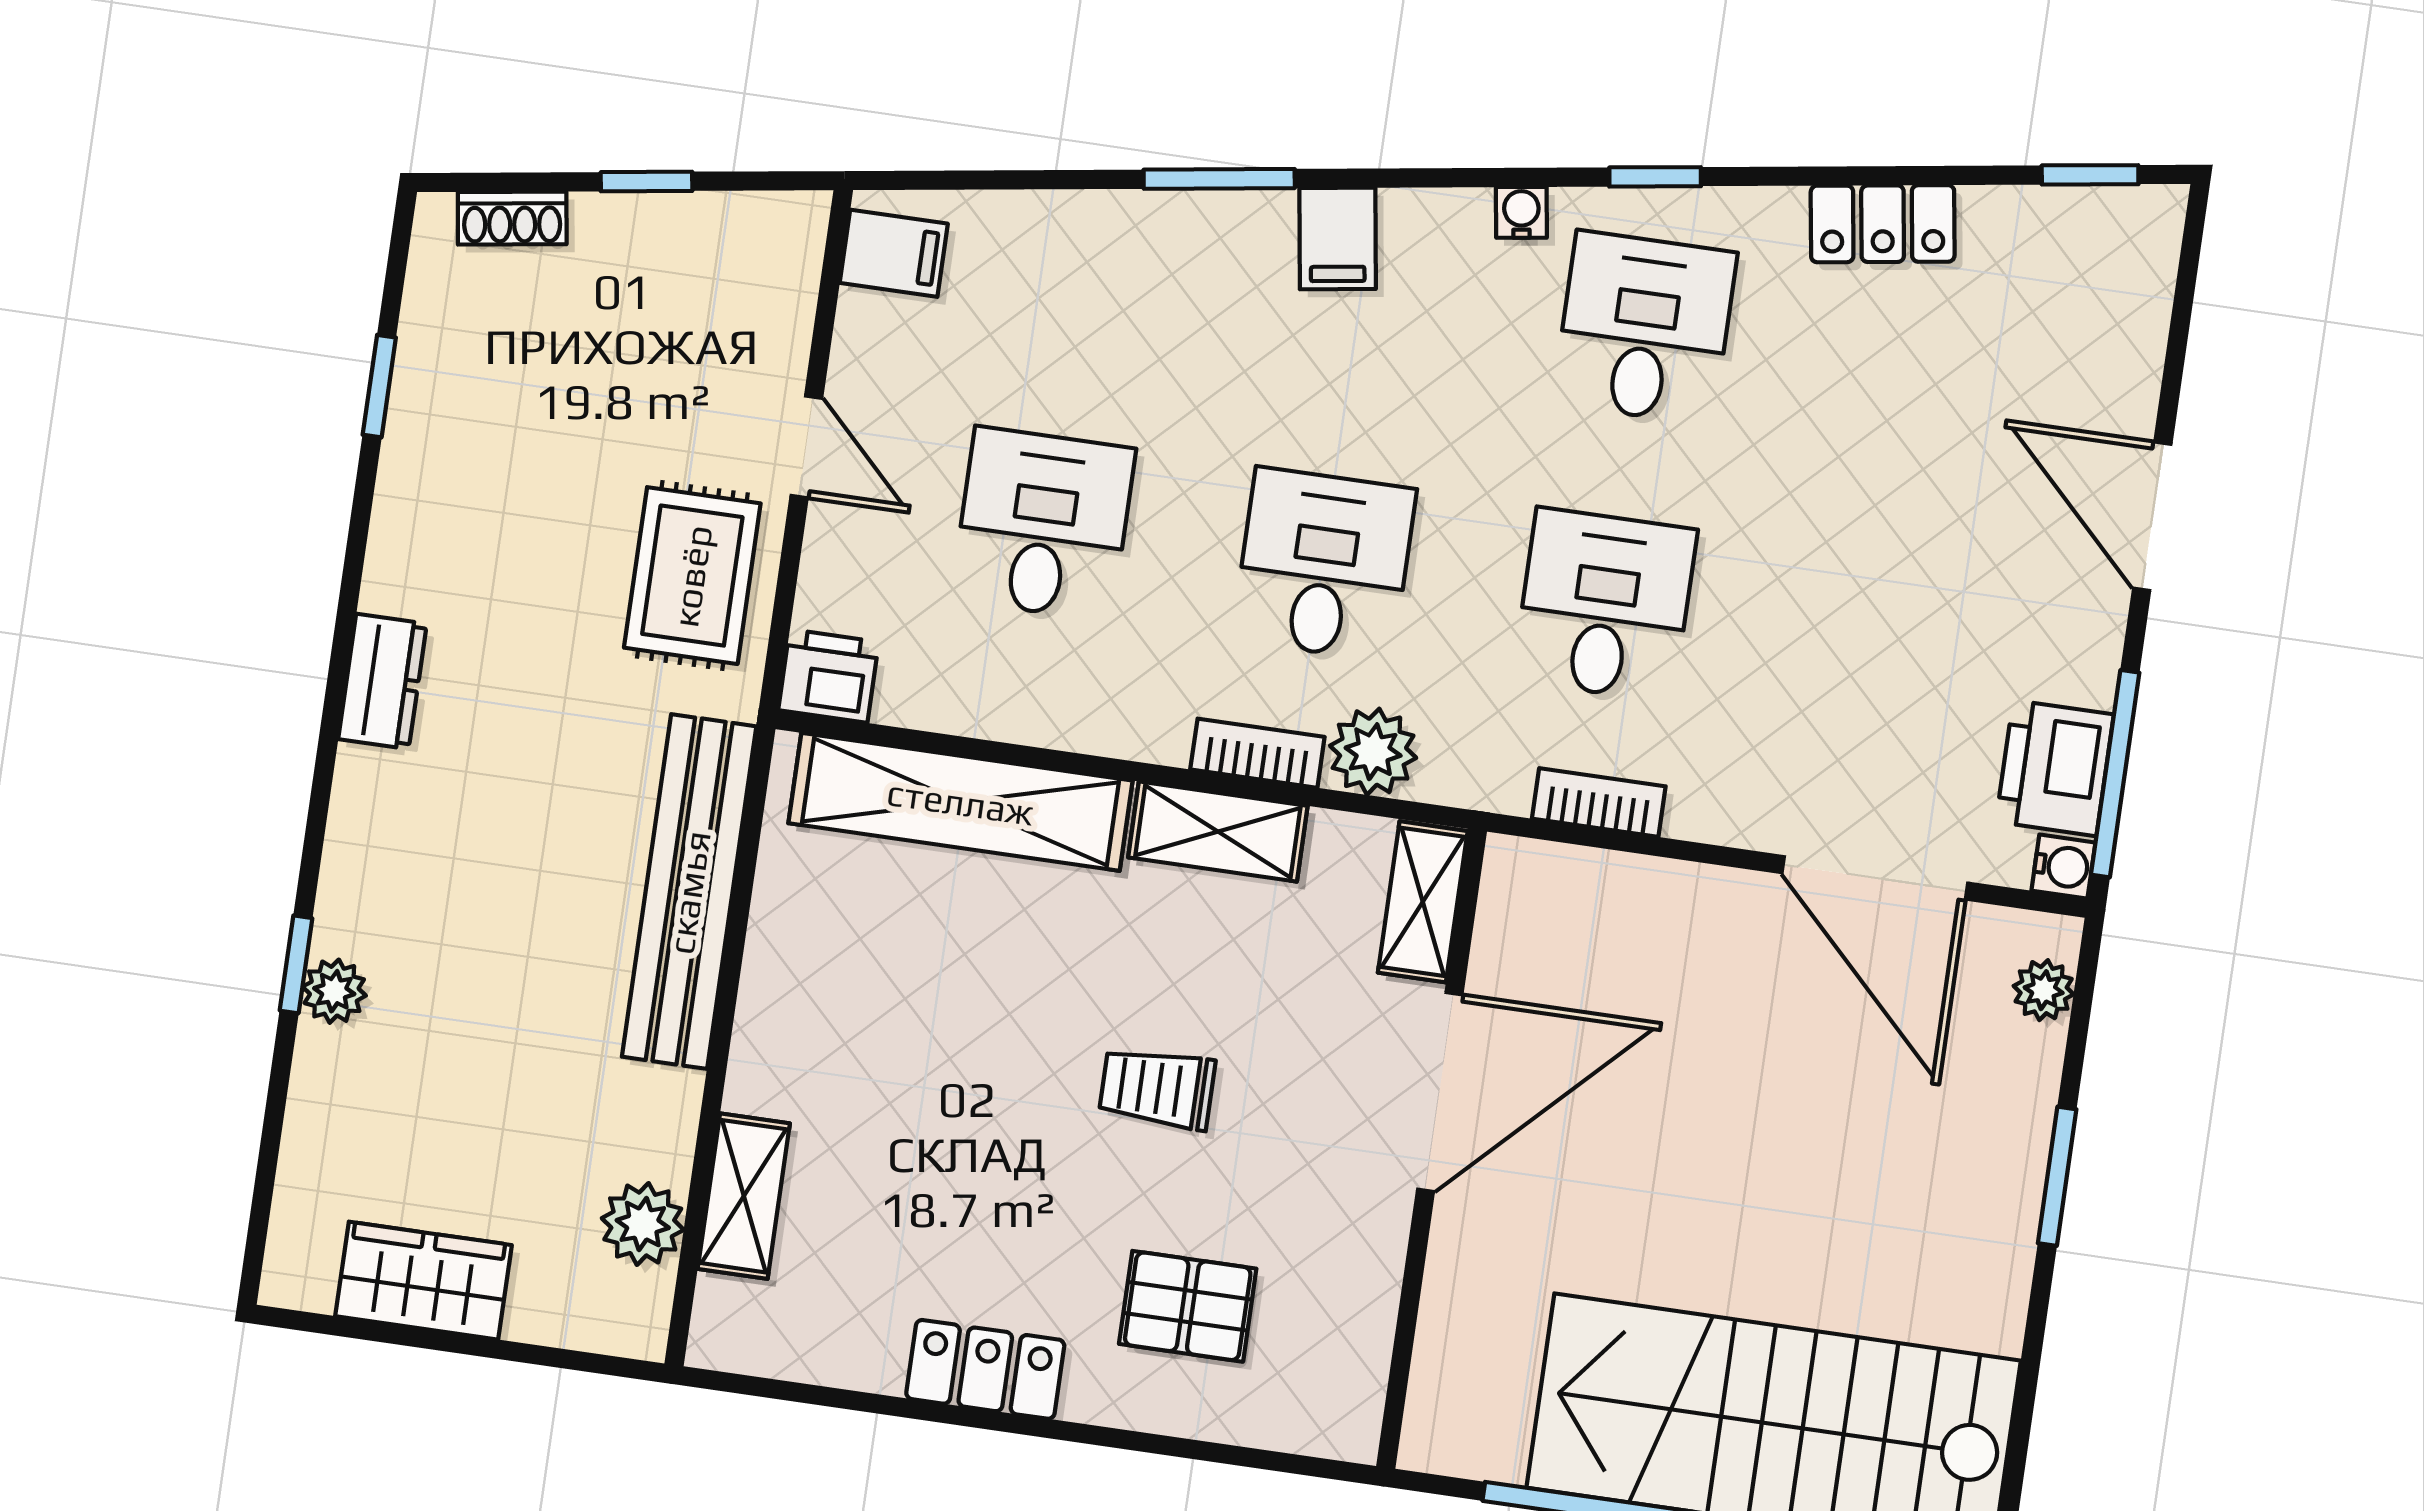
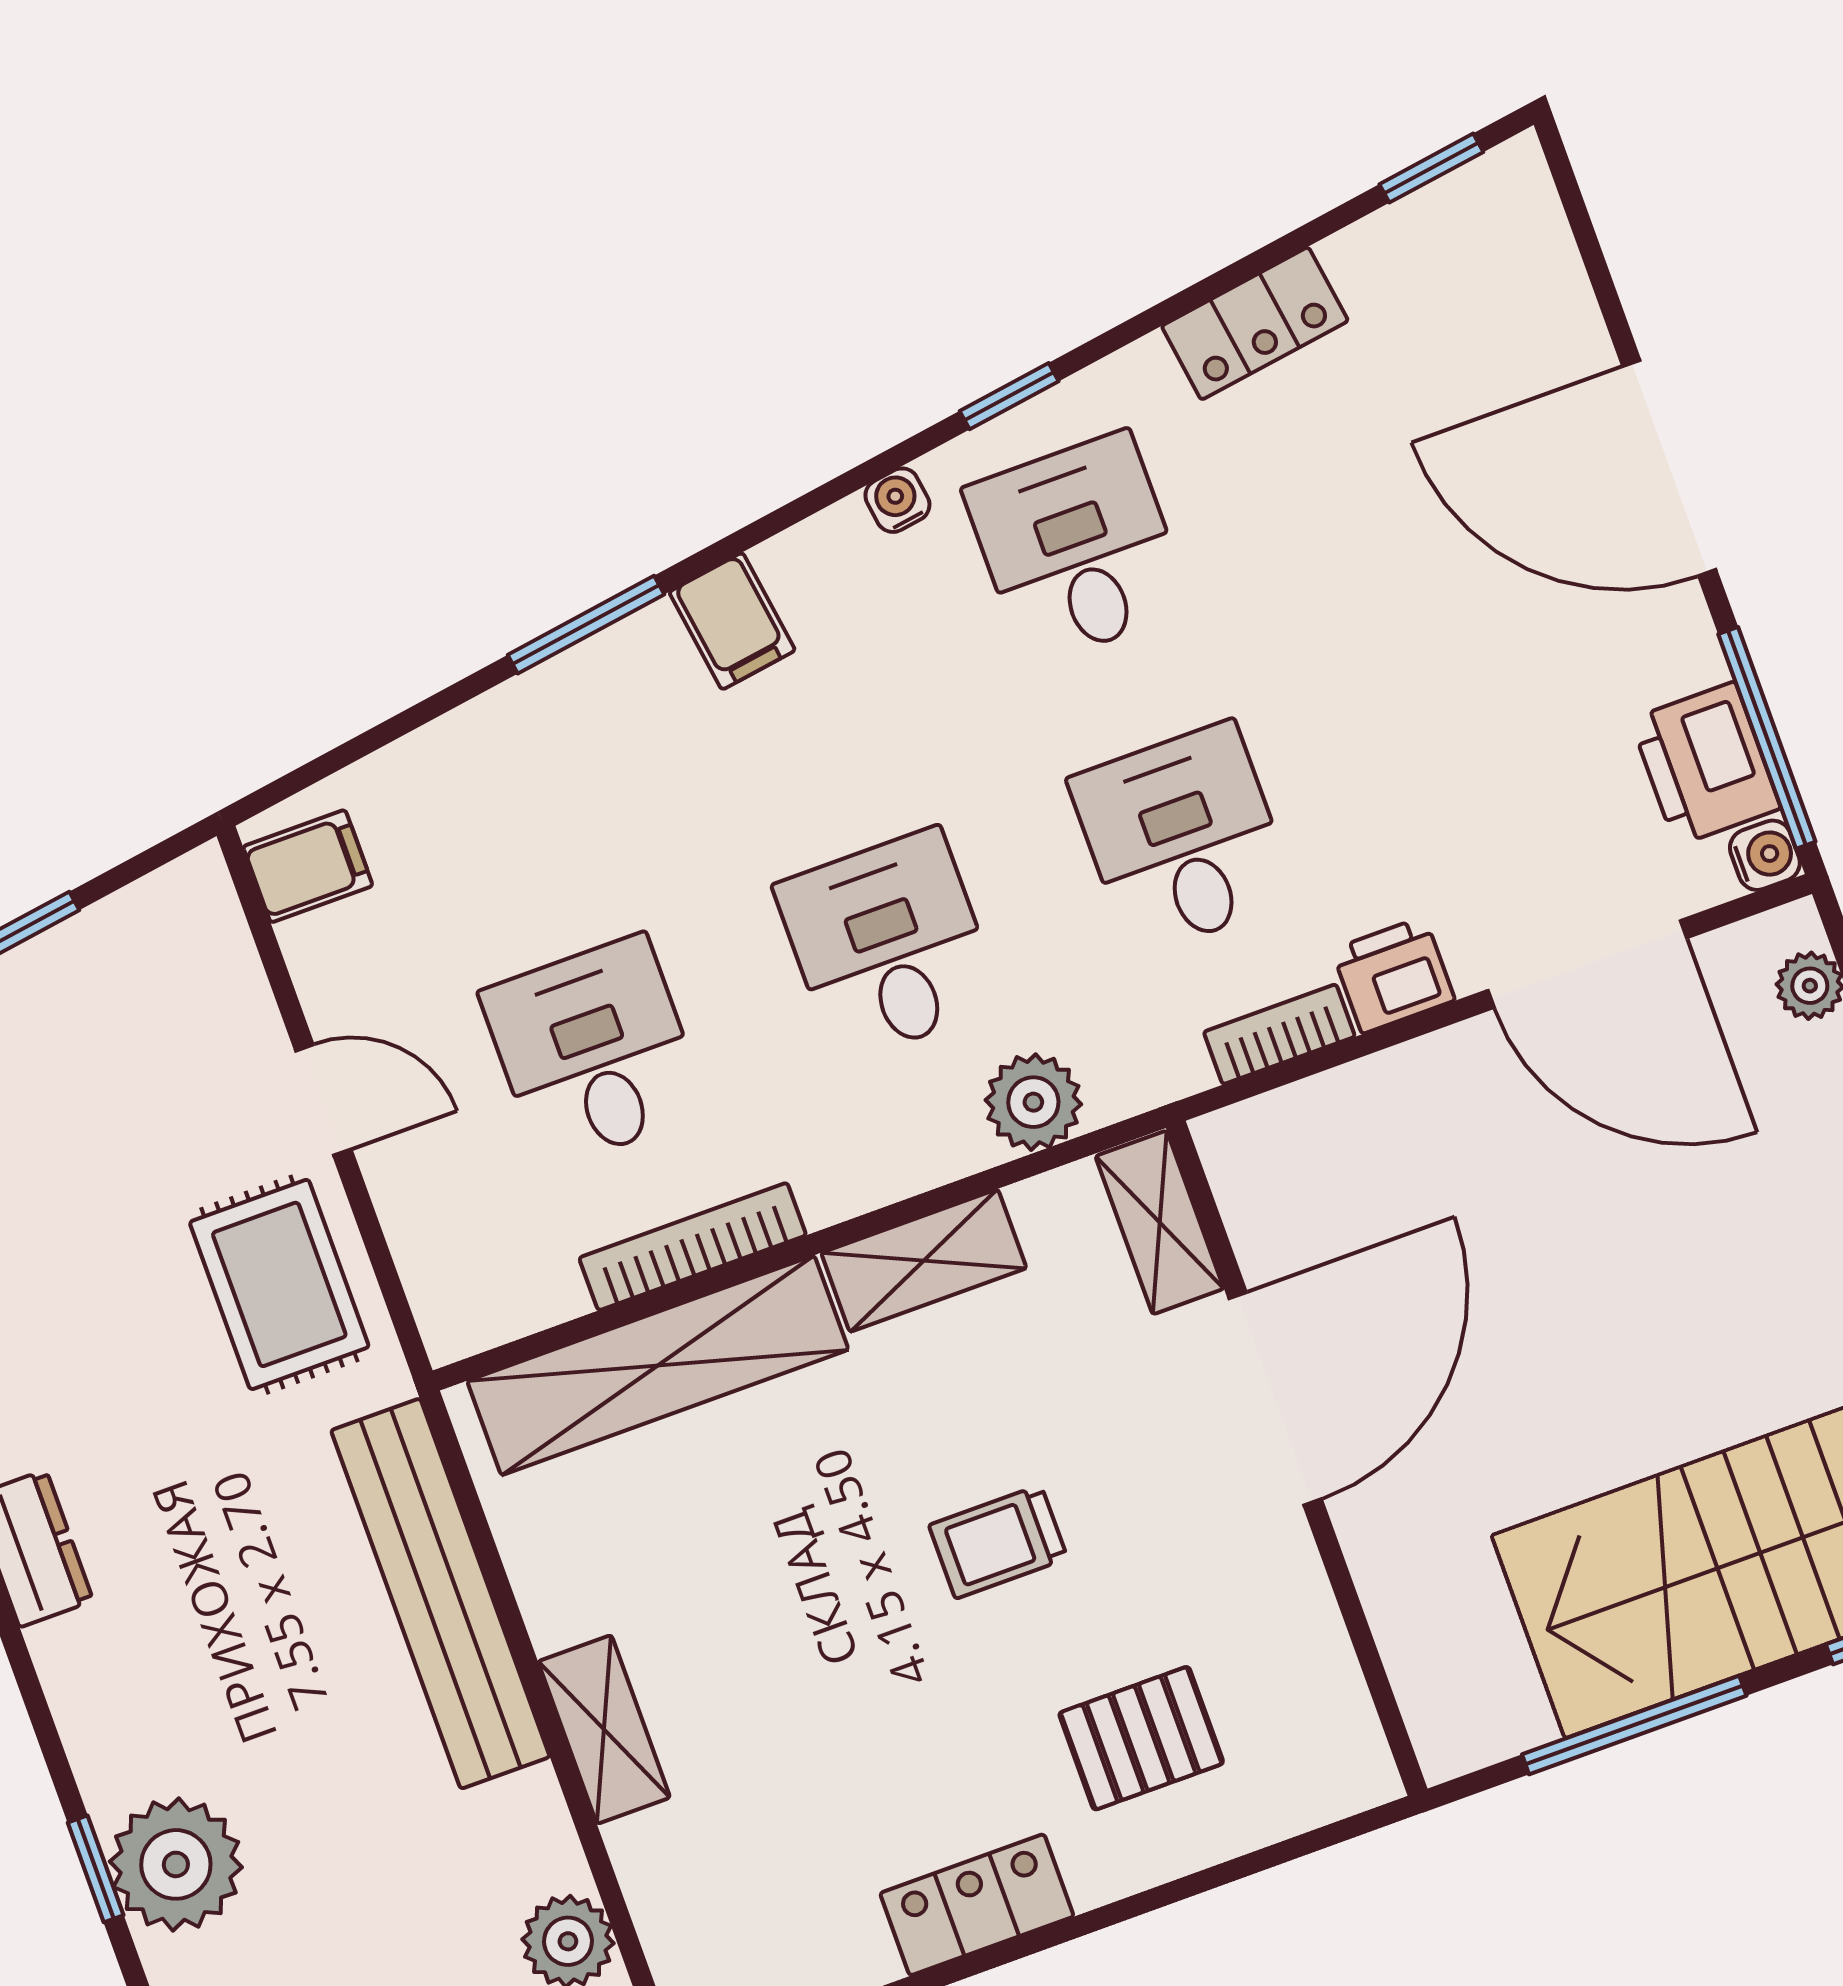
door: (2152, 516) -> (1669, 468), width x1.36
printer: (829, 676) -> (1393, 975), moved
bookcase: (1257, 753) -> (693, 1247), moved, width x1.56
plant: (334, 991) -> (176, 1864), width x1.88, depth x1.88
shelving: (744, 1196) -> (604, 1729), moved

